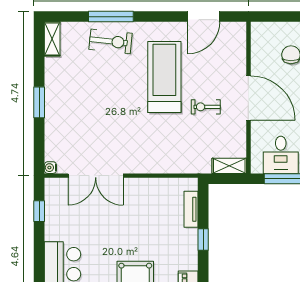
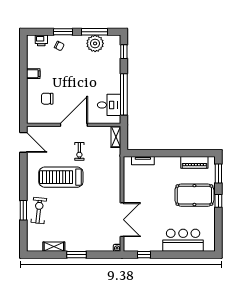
window: (111, 17) -> (23, 210), width x0.69
door: (204, 17) -> (23, 142), moved
shelving: (52, 39) -> (54, 247), moved
window: (203, 240) -> (162, 153), removed

